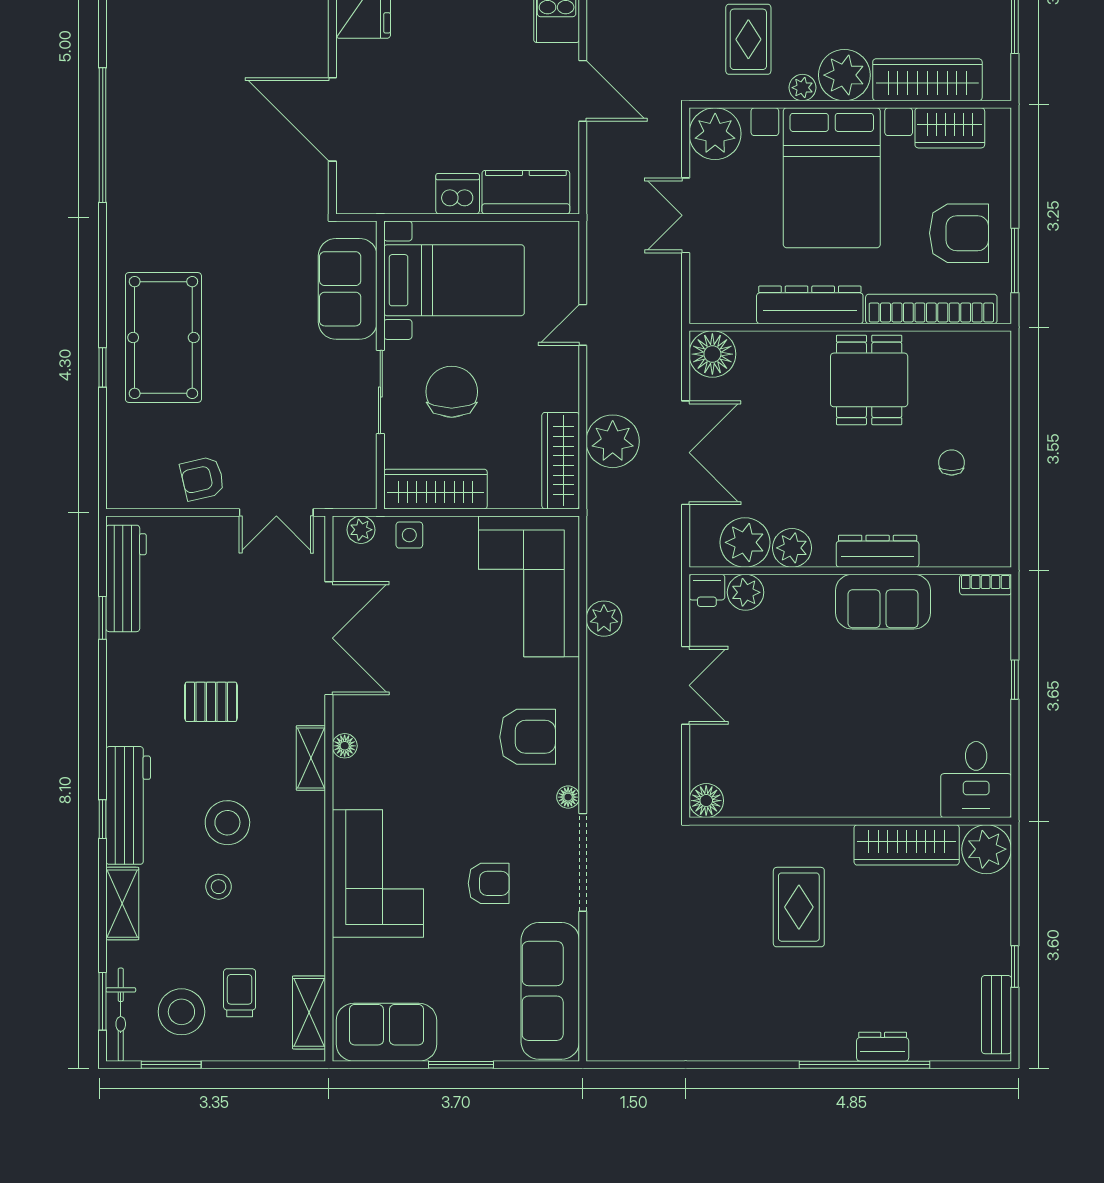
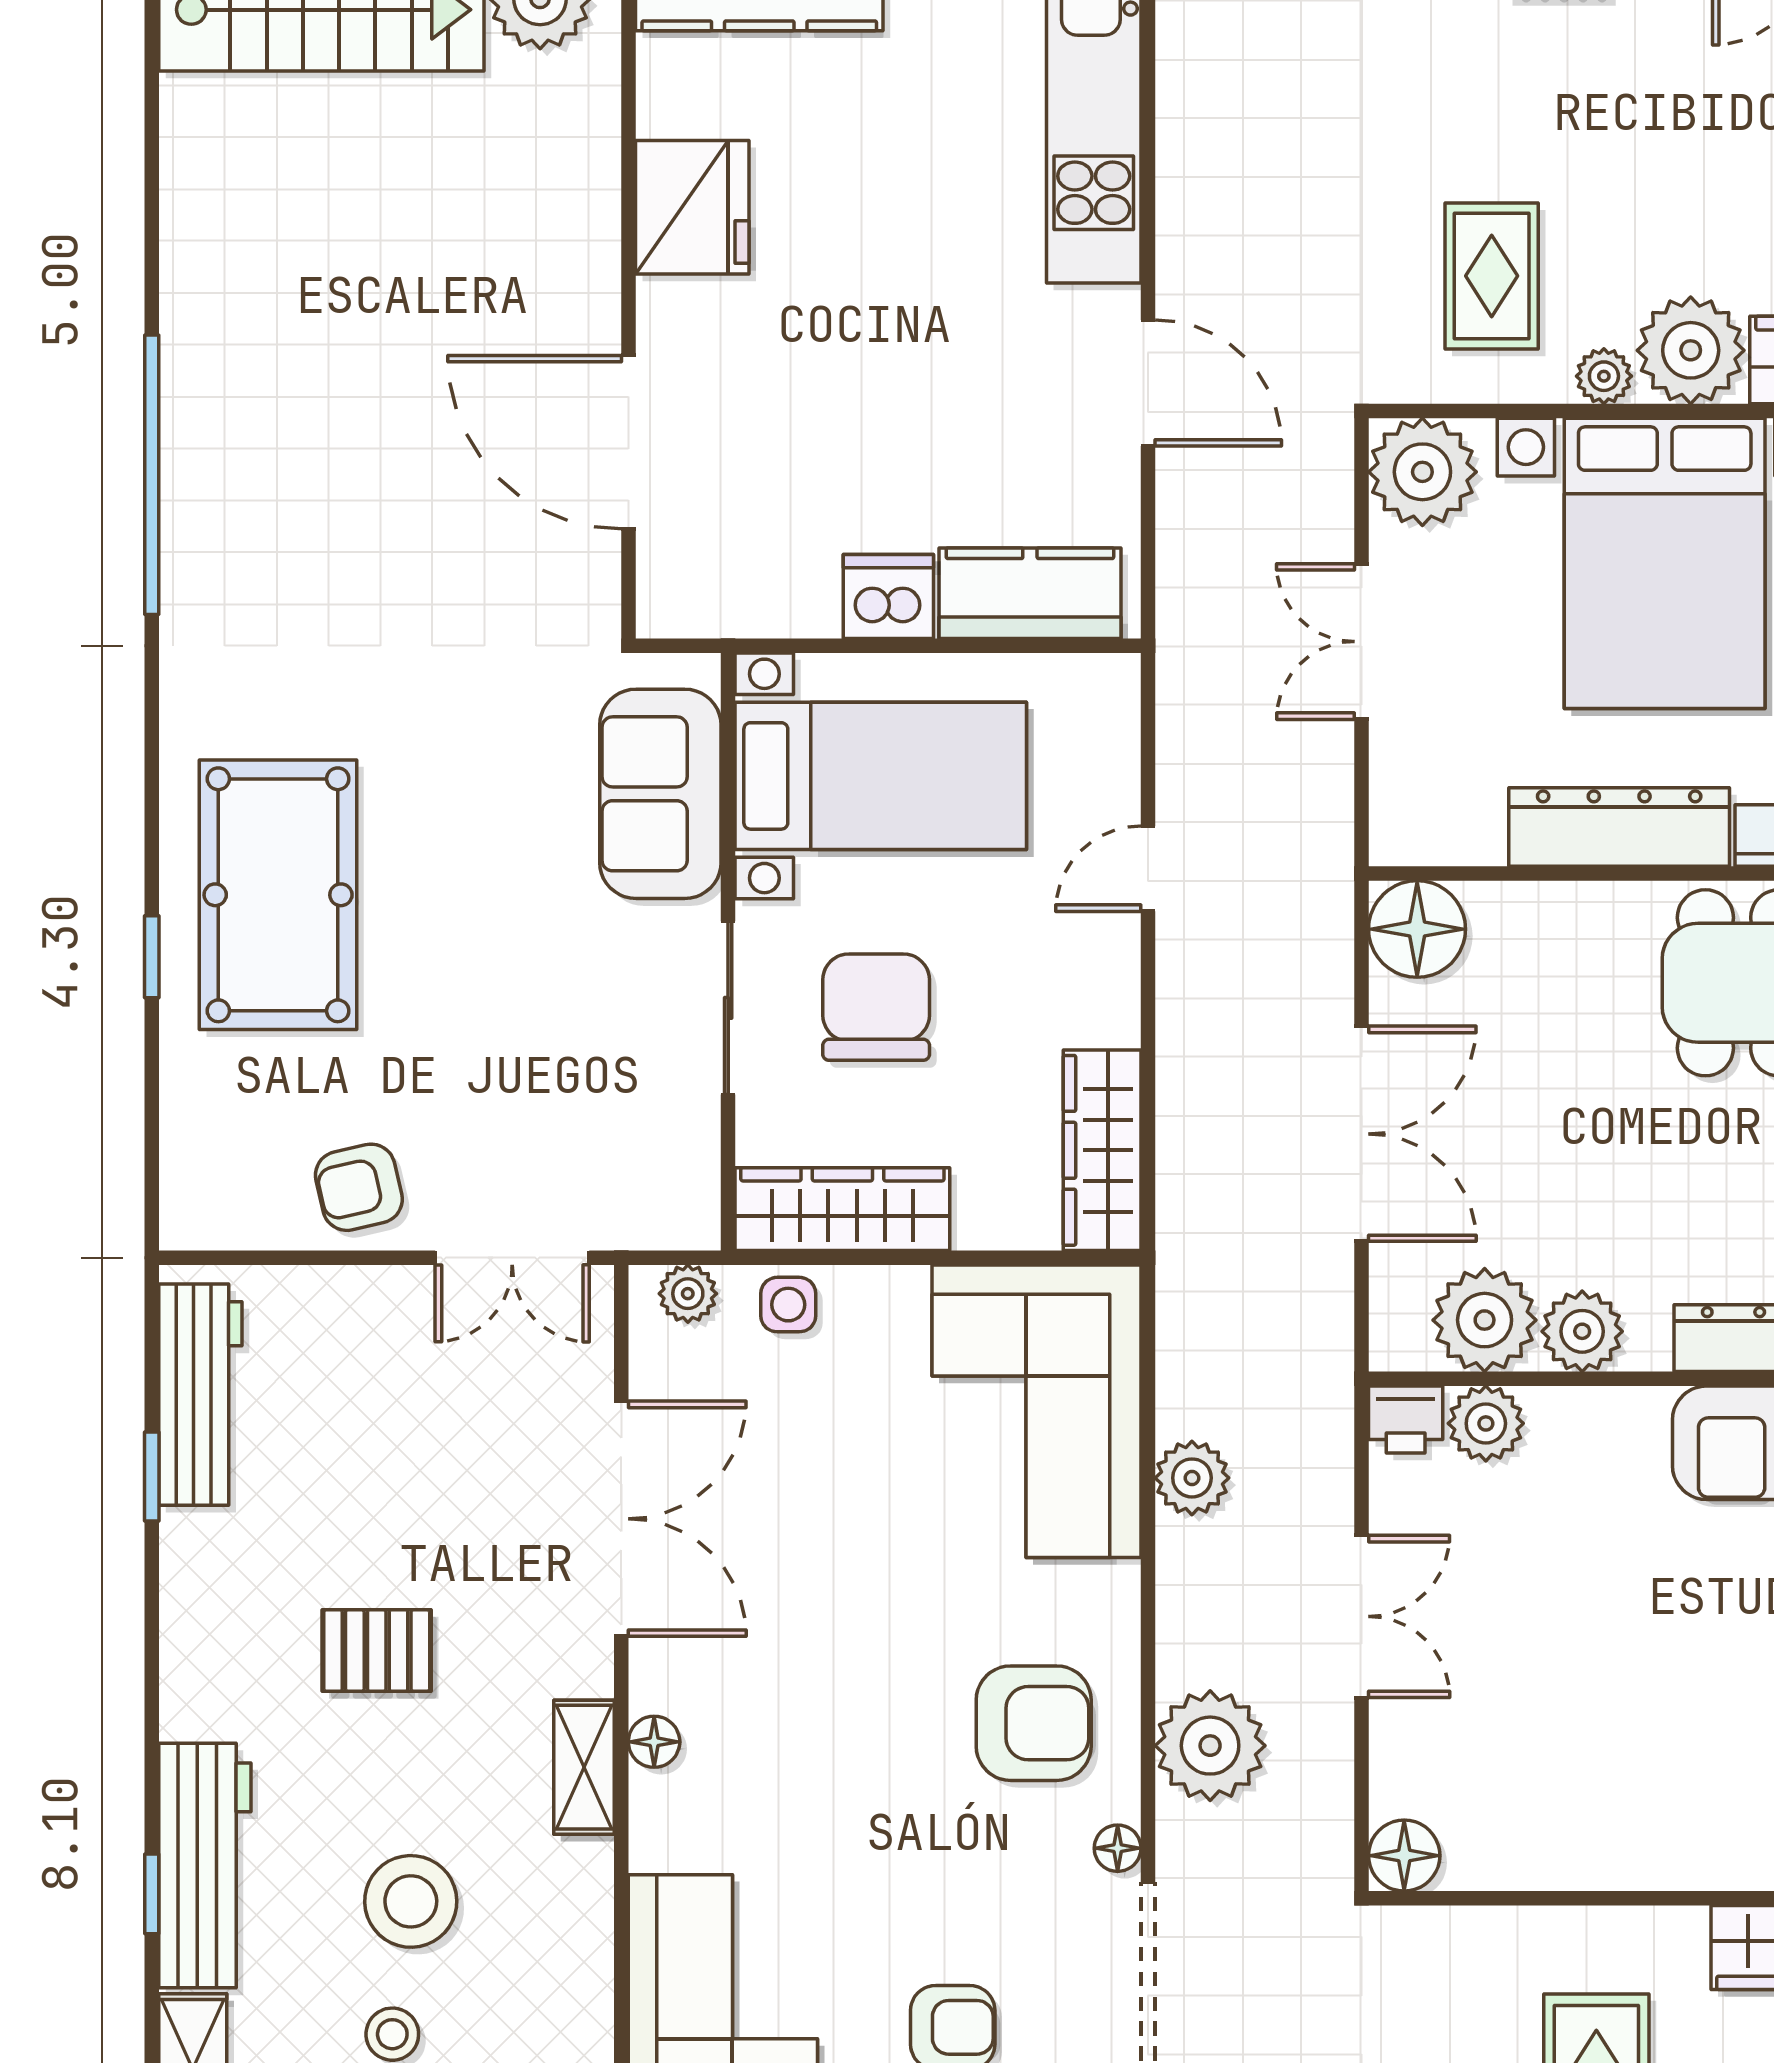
plant: (613, 441) -> (1210, 1746), moved

